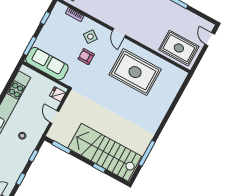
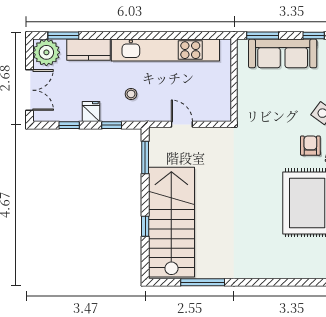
armchair: (86, 57) -> (310, 146), moved
sofa: (47, 64) -> (283, 53), moved, turned 90
fridge: (58, 94) -> (91, 112), moved
door: (54, 117) -> (182, 124), hinge flipped

